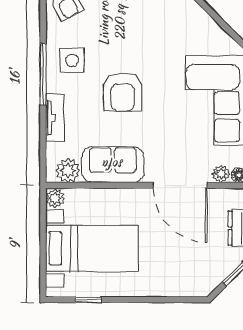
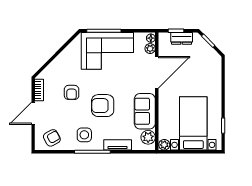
armchair: (145, 38) -> (72, 92), added
armchair: (123, 92) -> (103, 106), turned 180

